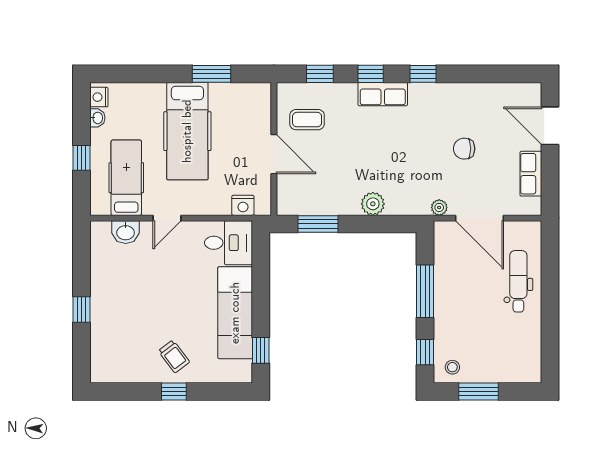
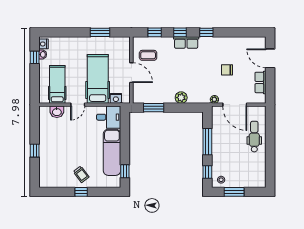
hospital bed: (187, 131) -> (98, 79), moved, turned 180
window: (81, 158) -> (35, 57), moved

